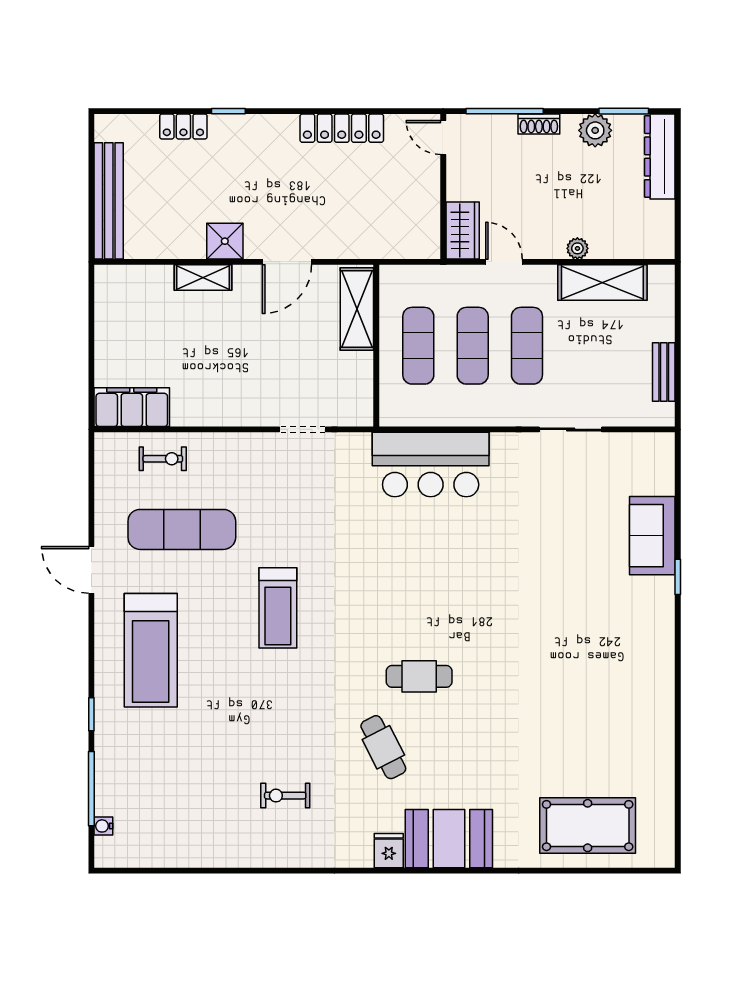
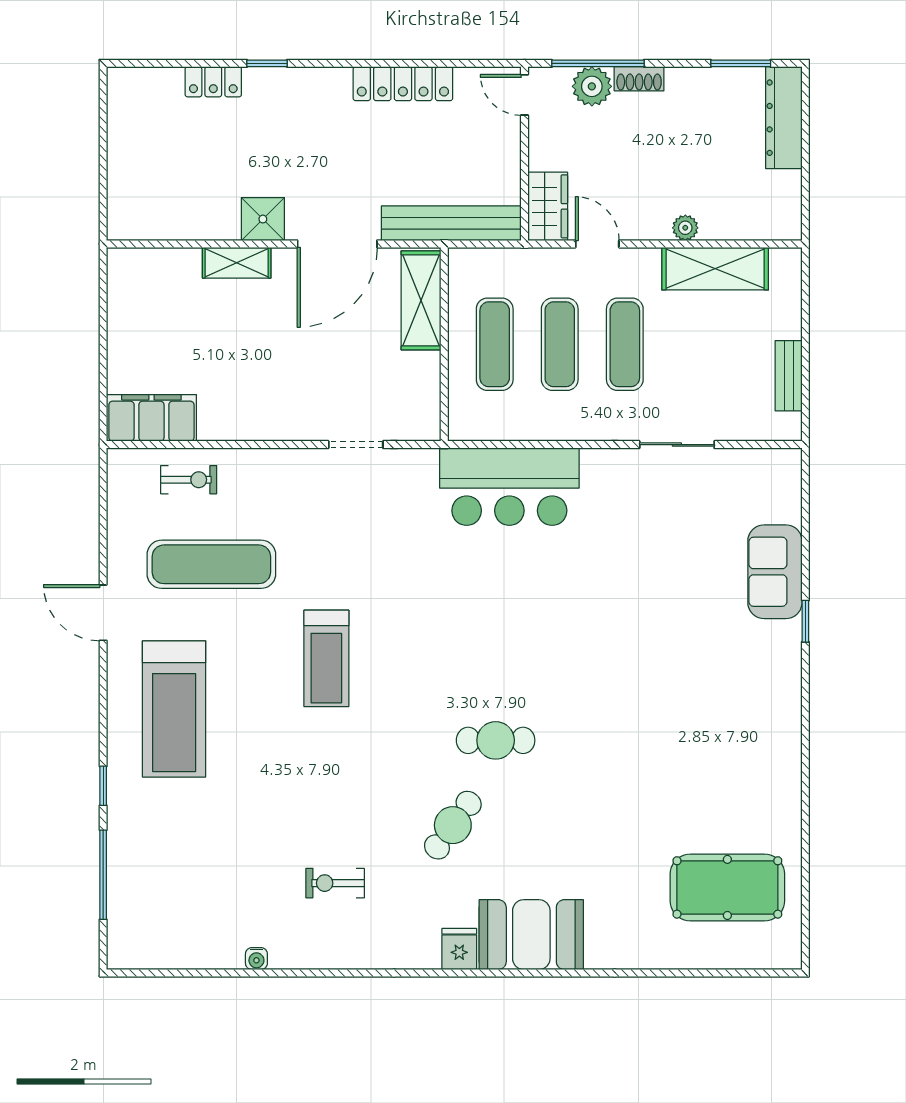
plant: (595, 130) -> (592, 86), moved
bench: (109, 201) -> (451, 223), moved, turned 90
door: (287, 262) -> (337, 244), width x1.36
cafe table: (383, 747) -> (453, 825), turned 63
water cooler: (103, 826) -> (256, 959), moved, turned -90
pool table: (588, 826) -> (727, 887), moved

